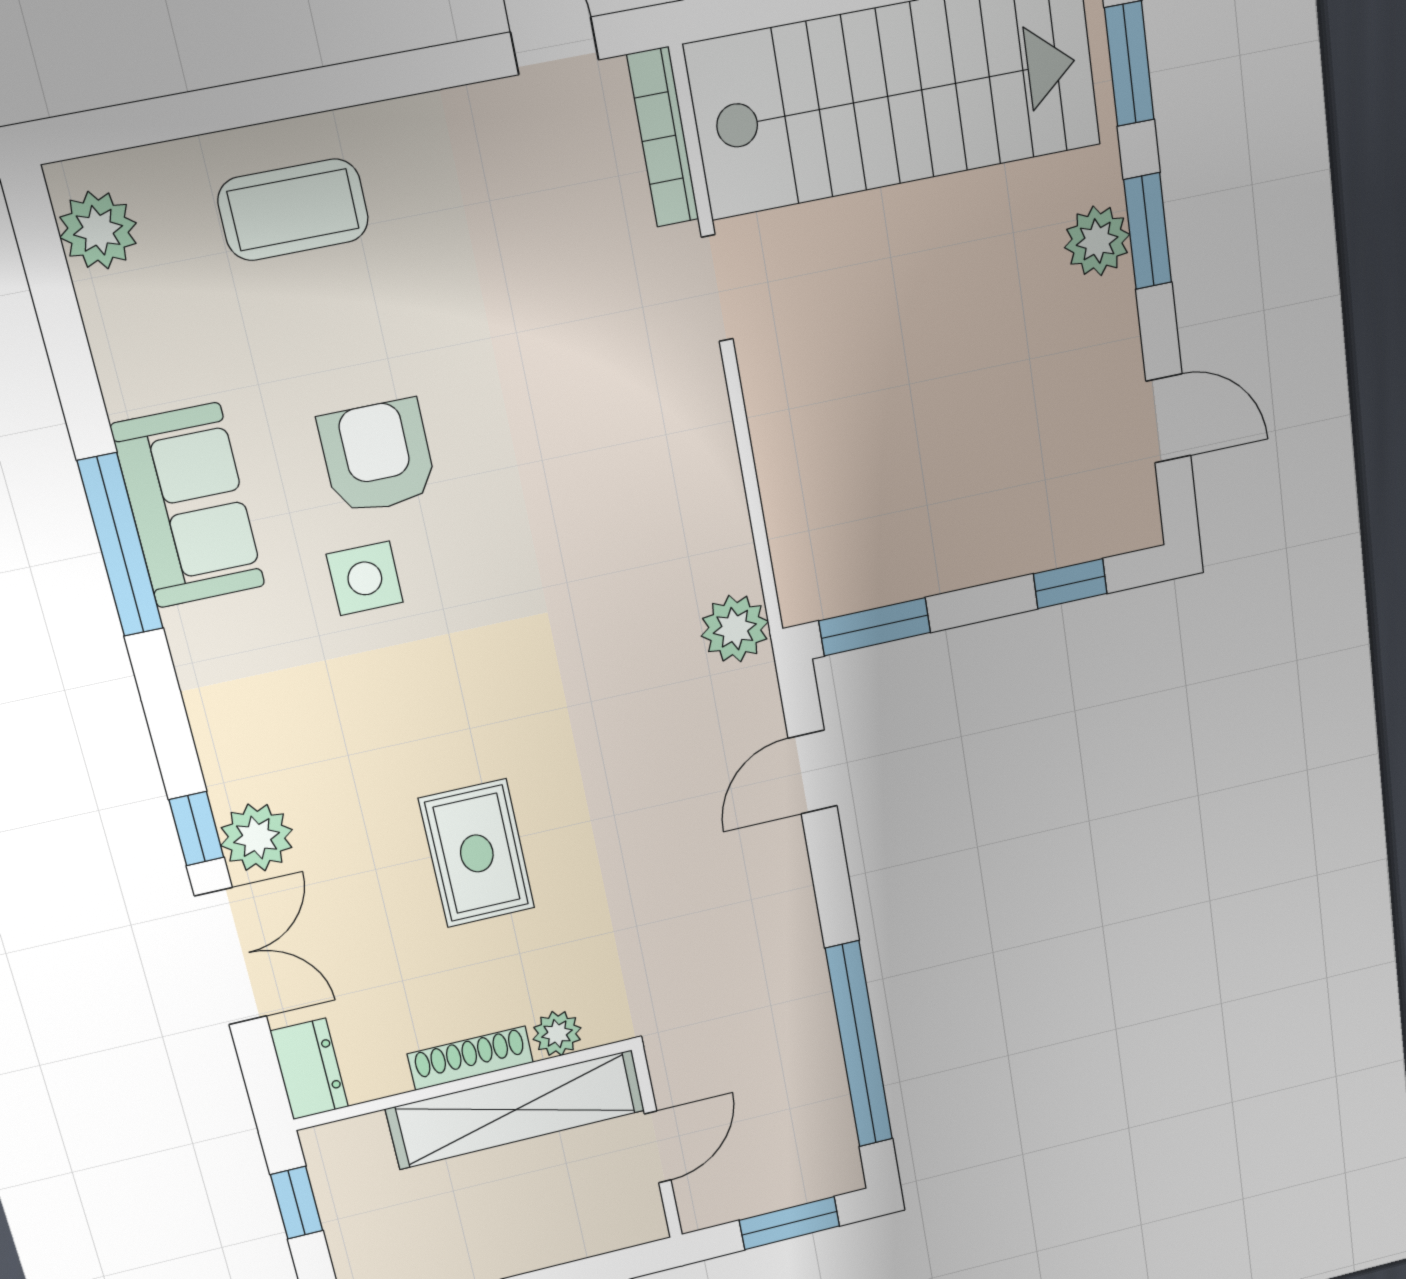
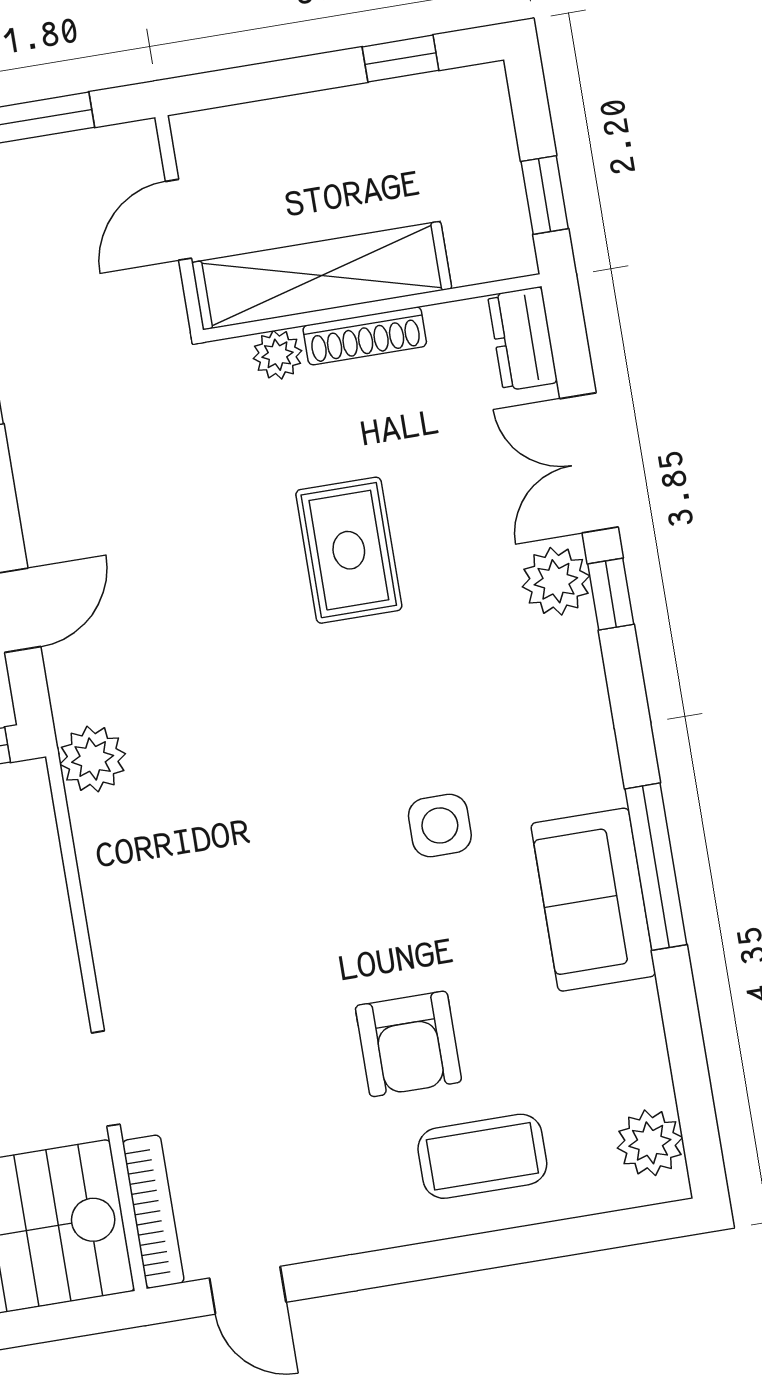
armchair: (377, 457) -> (408, 1044), moved

